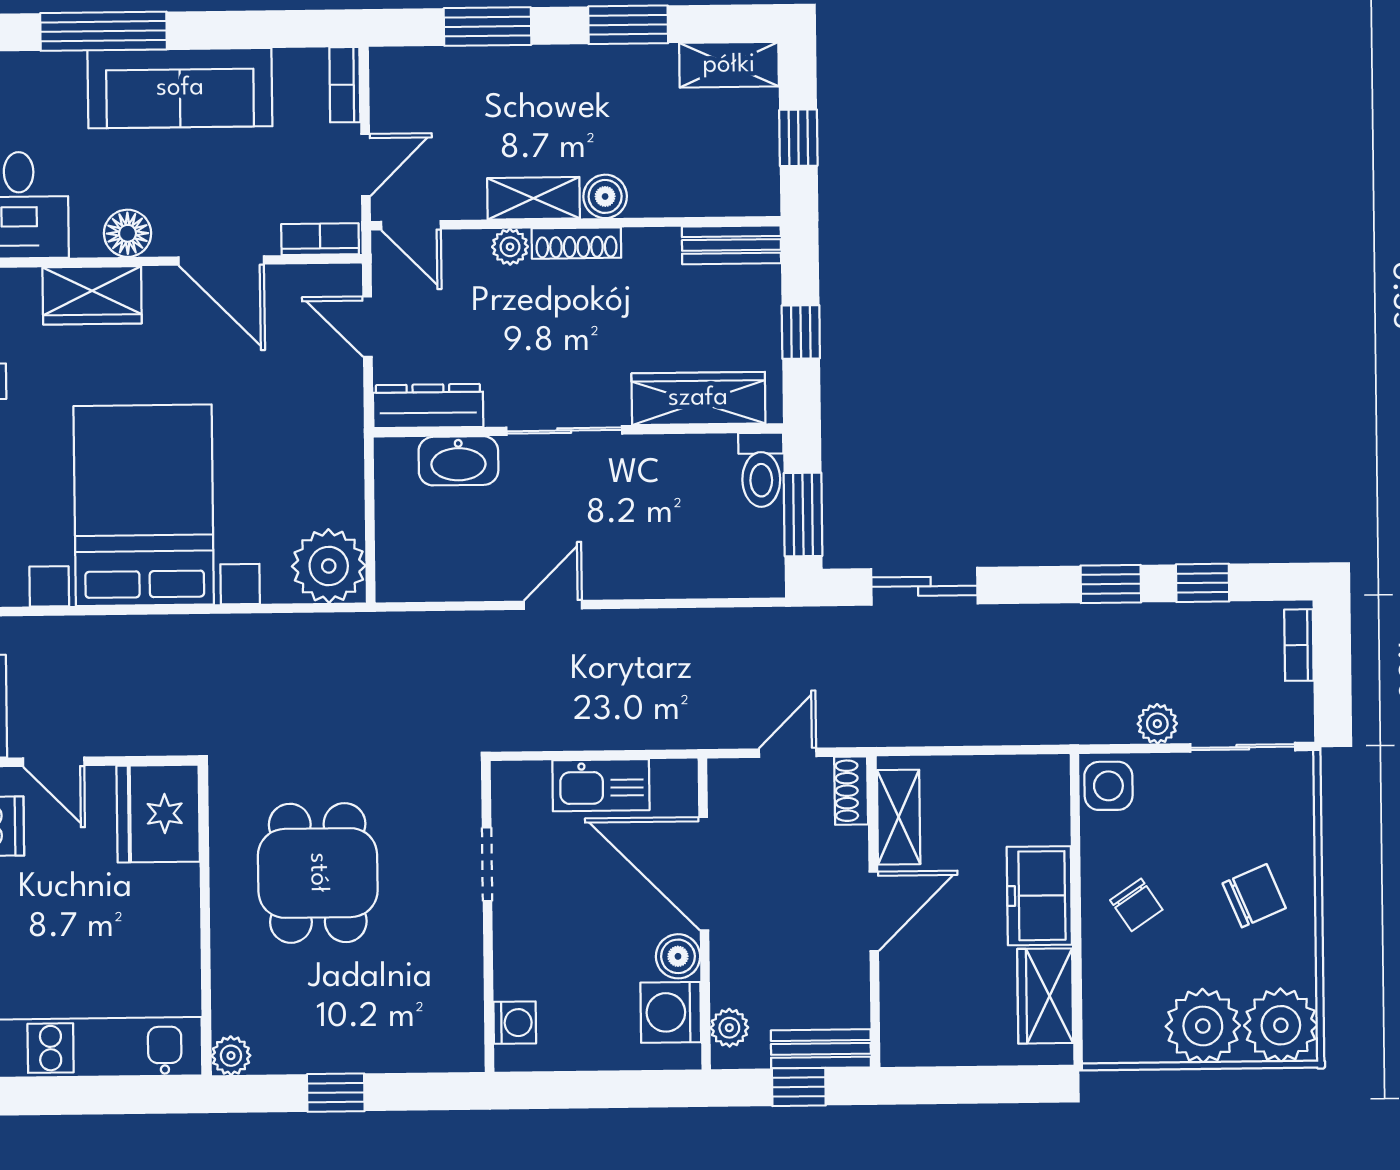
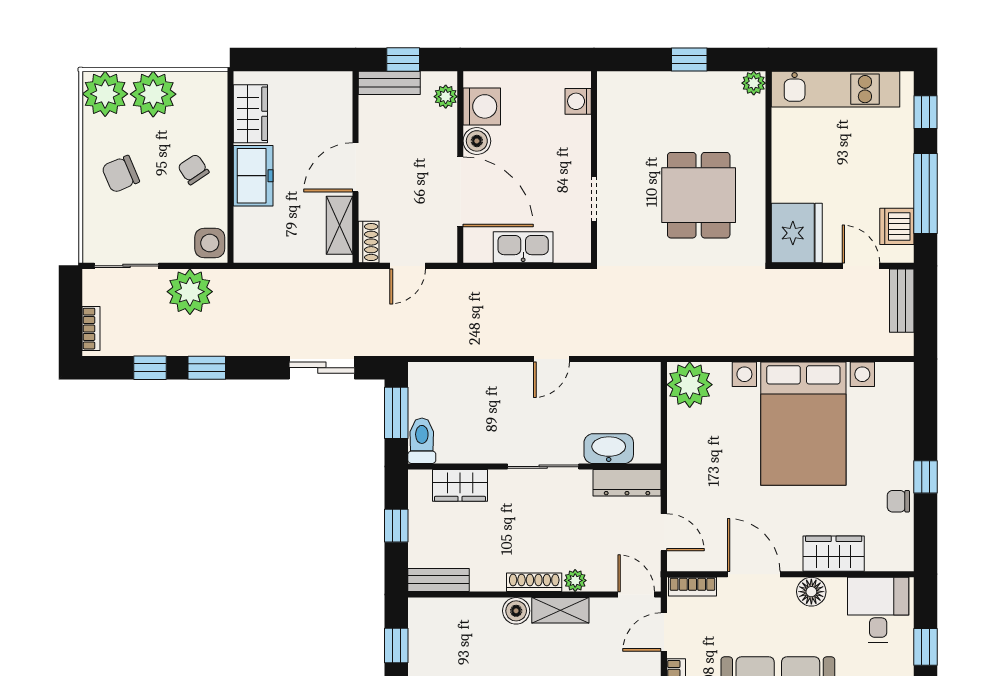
wardrobe: (698, 398) -> (460, 485), width x0.67
plant: (1157, 724) -> (190, 292), width x1.88, depth x1.88

